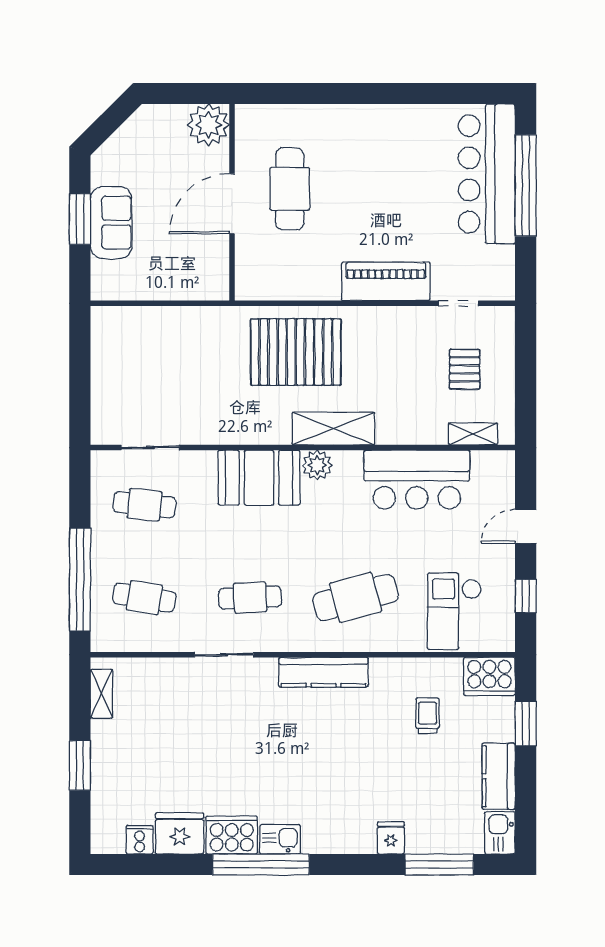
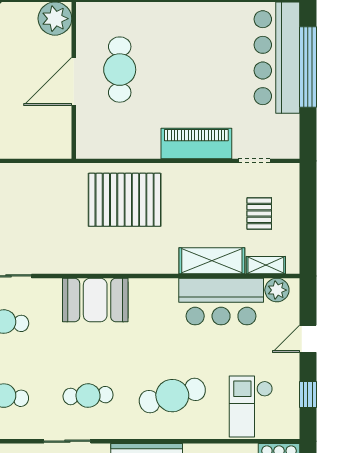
shelving: (333, 428) -> (212, 261), moved
plant: (317, 465) -> (277, 290), moved

